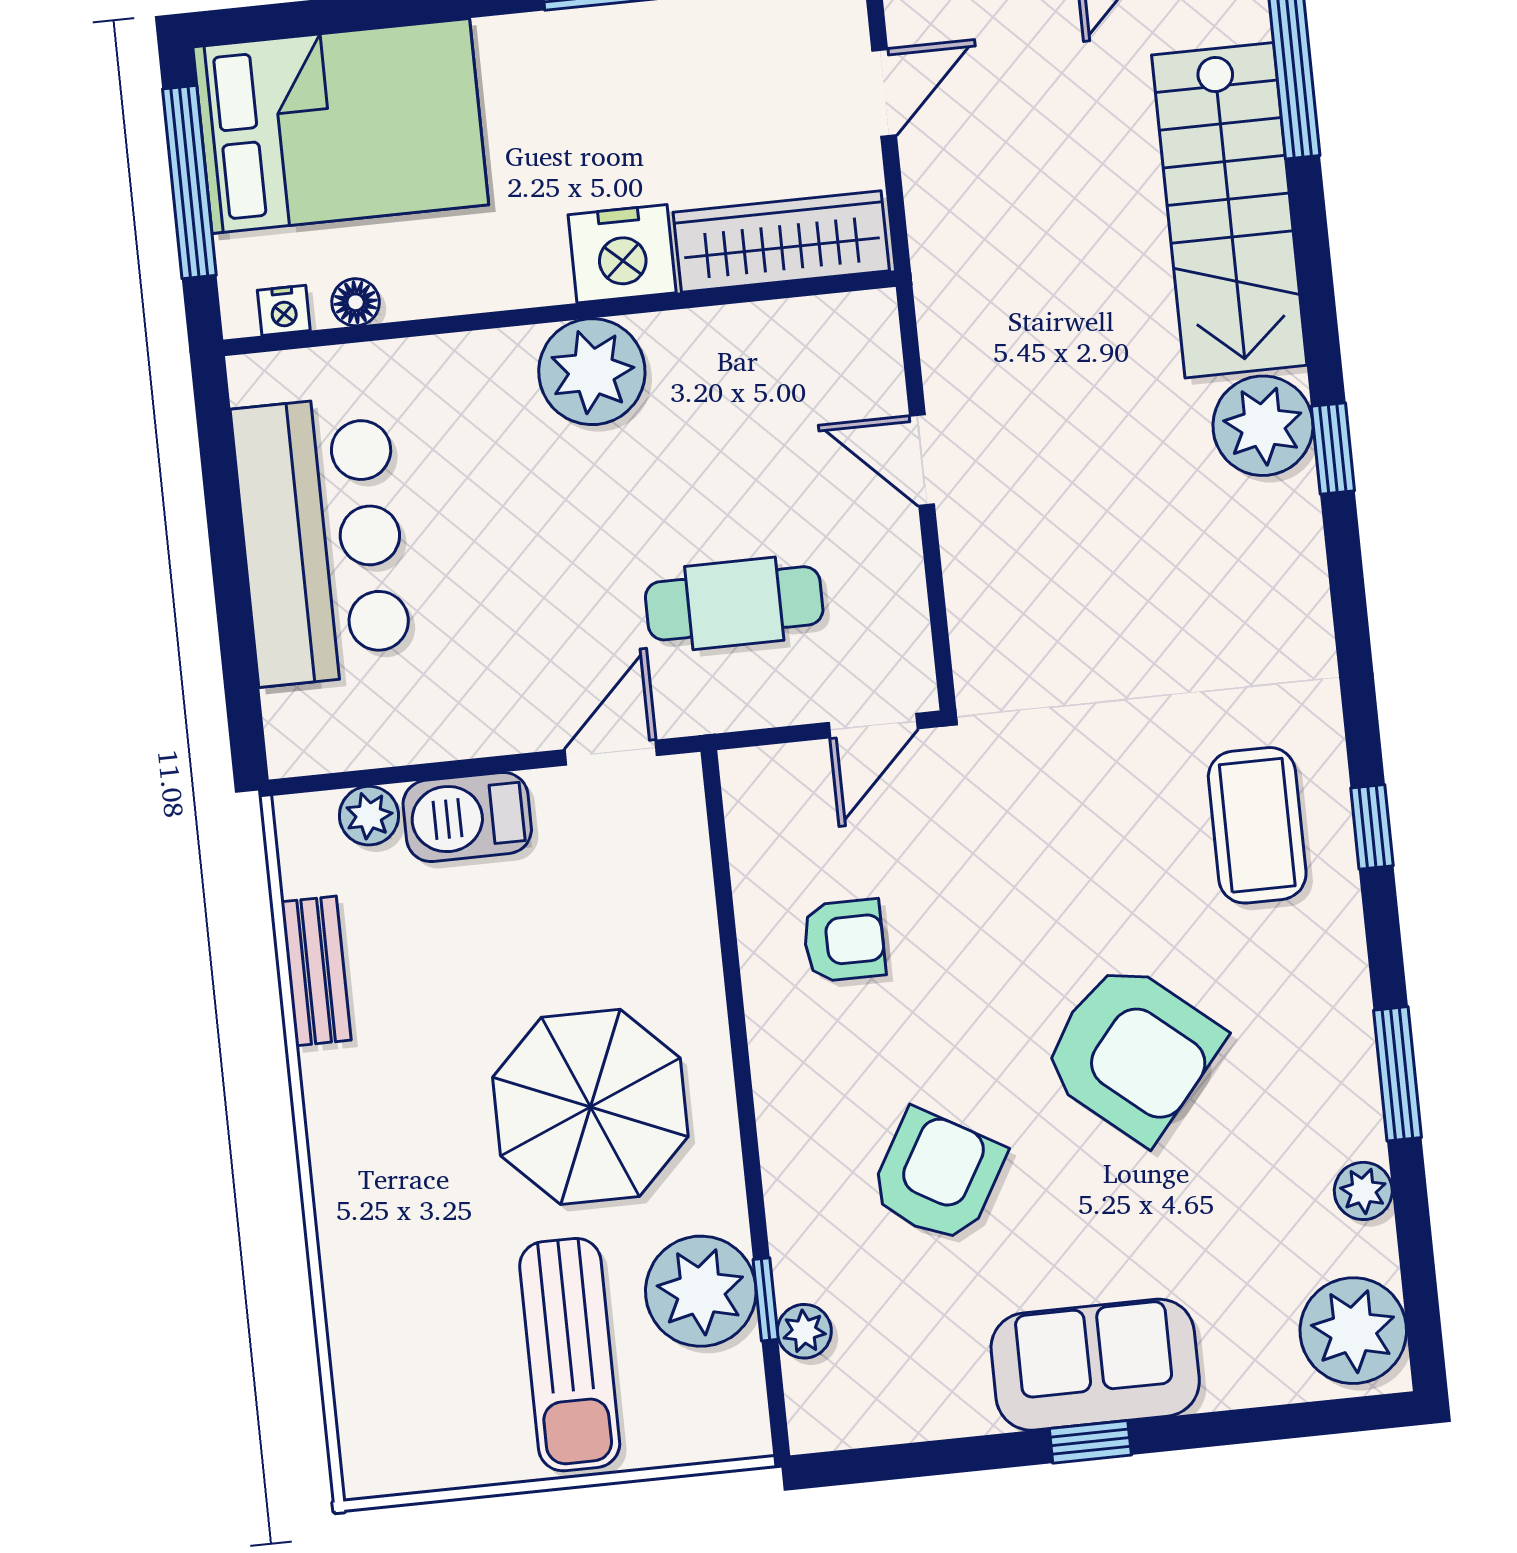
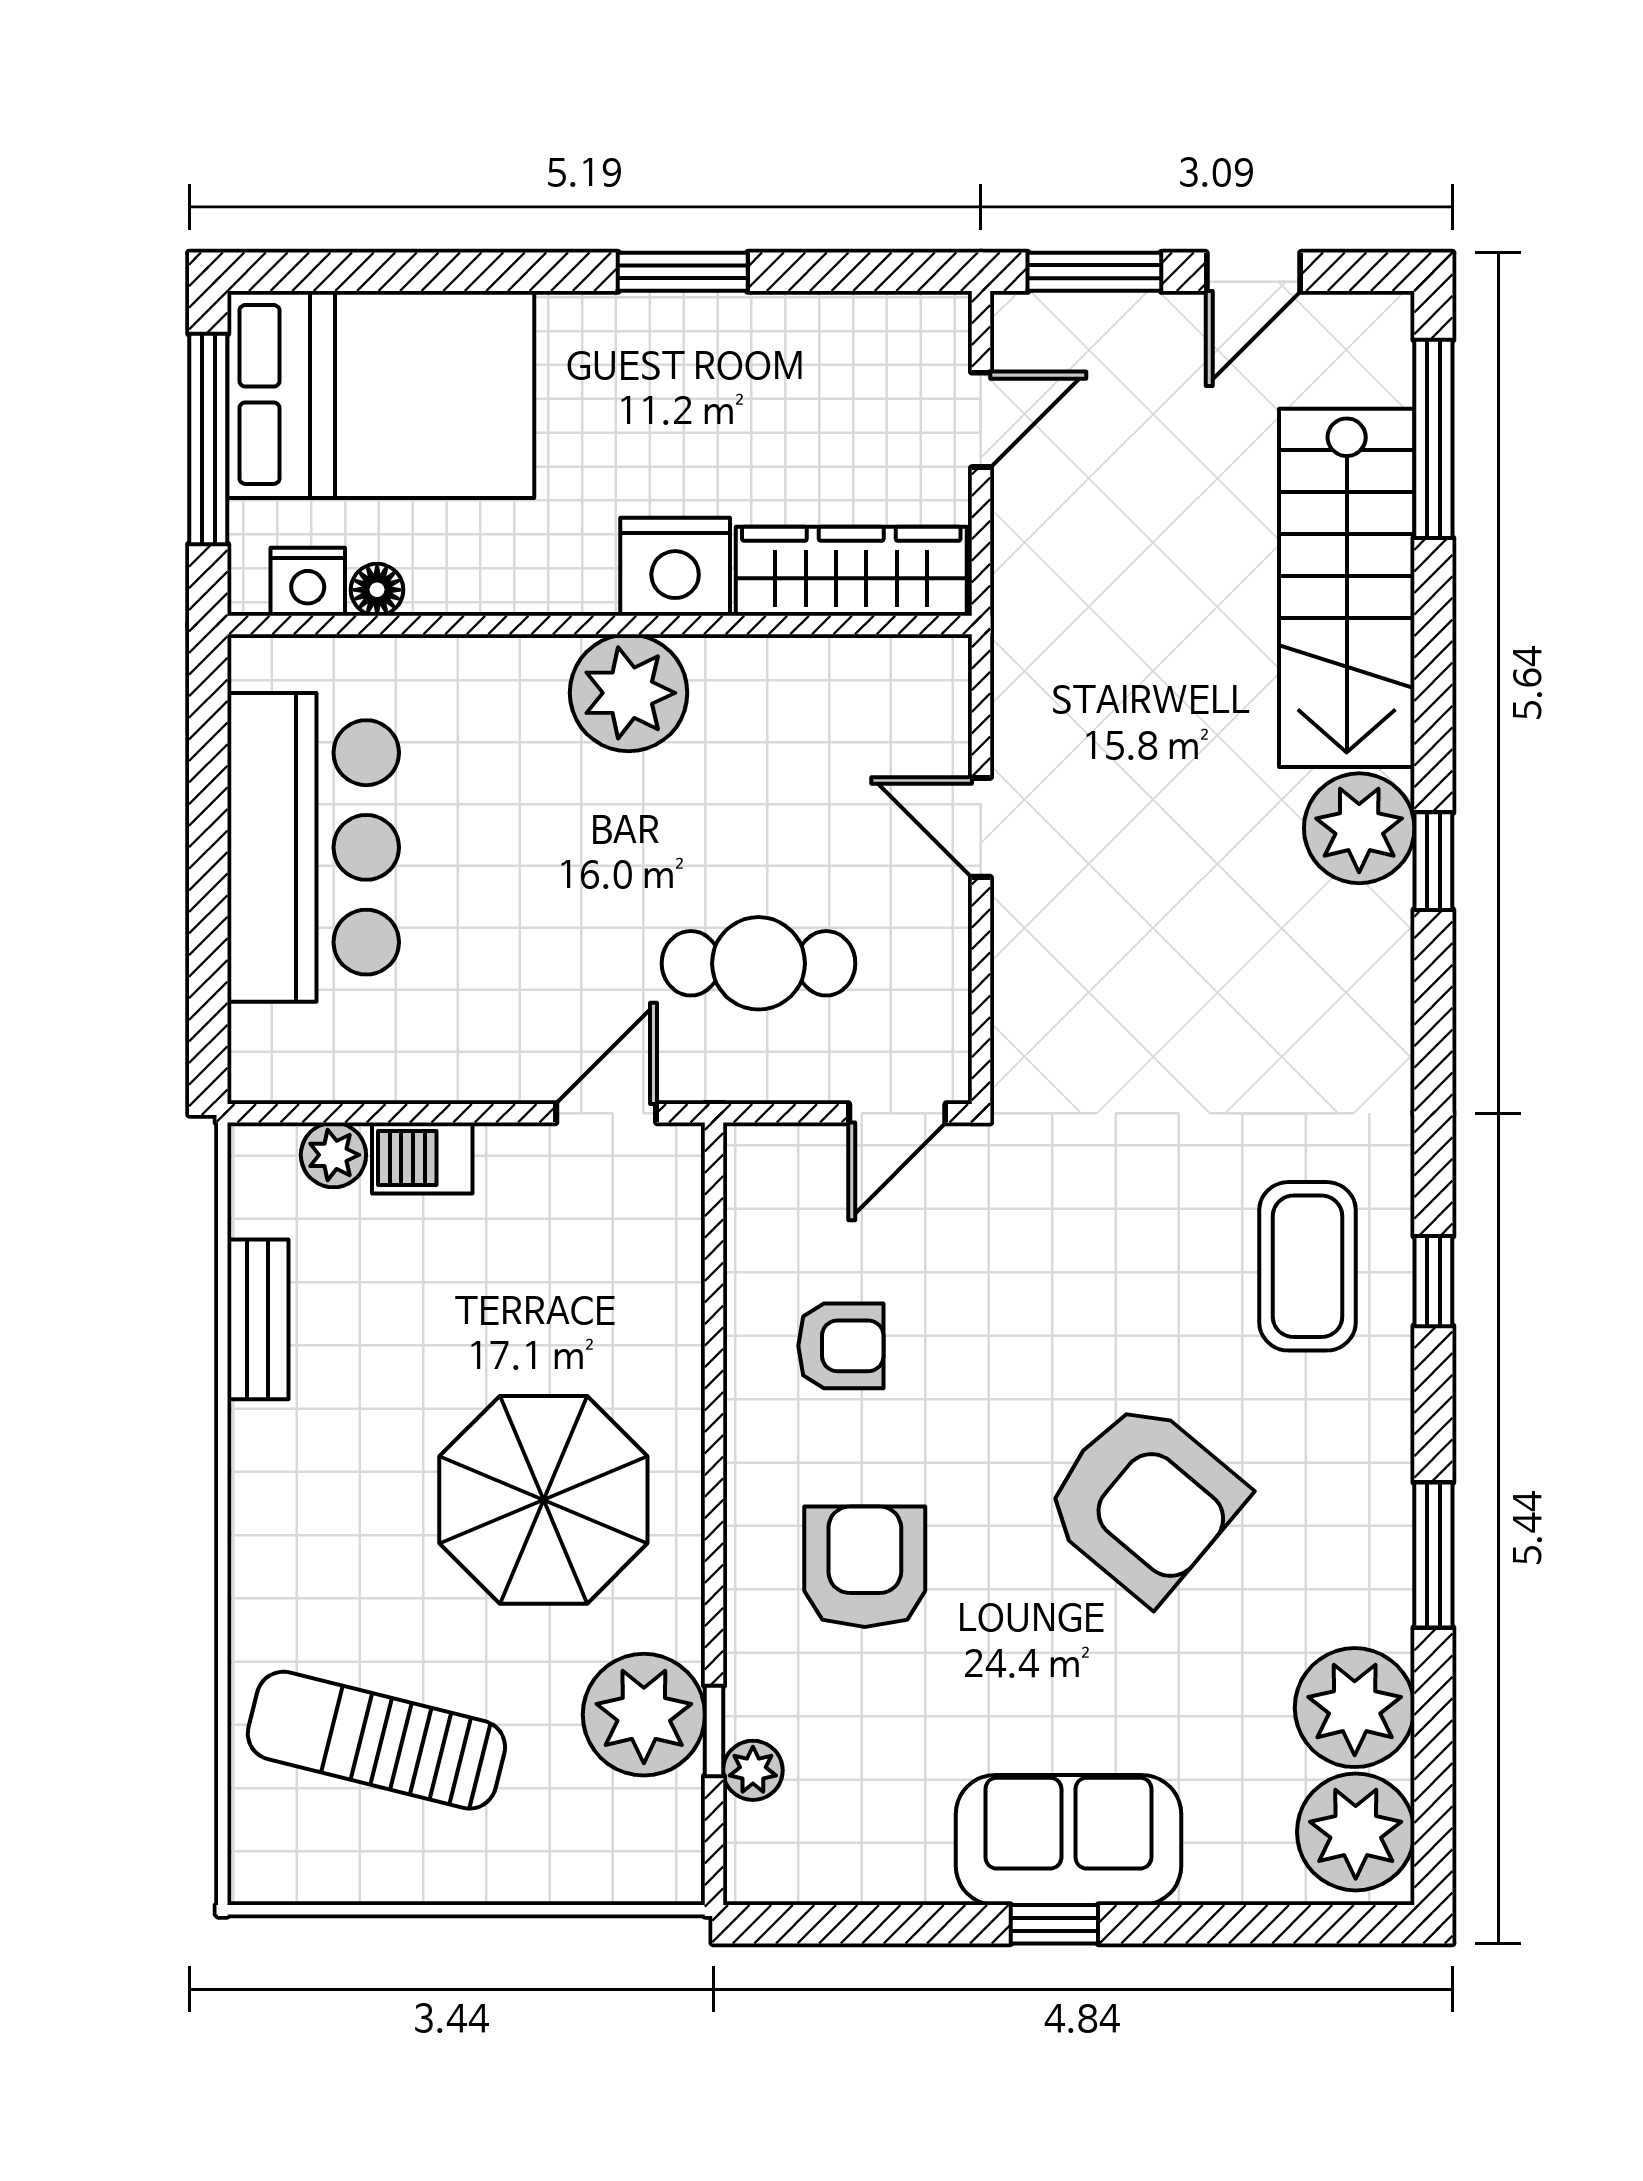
nightstand: (284, 310) -> (308, 582), width x1.39, depth x1.35
barbecue: (467, 817) -> (422, 1158), width x0.73, depth x0.79
armchair: (937, 1176) -> (865, 1567), moved, turned -30
plant: (1363, 1191) -> (1355, 1708), width x1.87, depth x1.87
sun lounger: (570, 1355) -> (376, 1740), moved, turned 104

